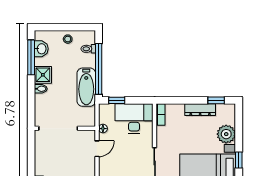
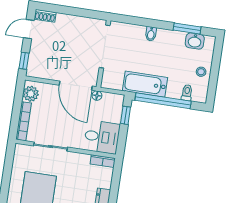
window: (31, 57) -> (187, 28), width x0.69
shower: (43, 75) -> (166, 39), removed
desk: (134, 119) -> (102, 137), width x0.73
door: (97, 149) -> (76, 86), width x1.88

